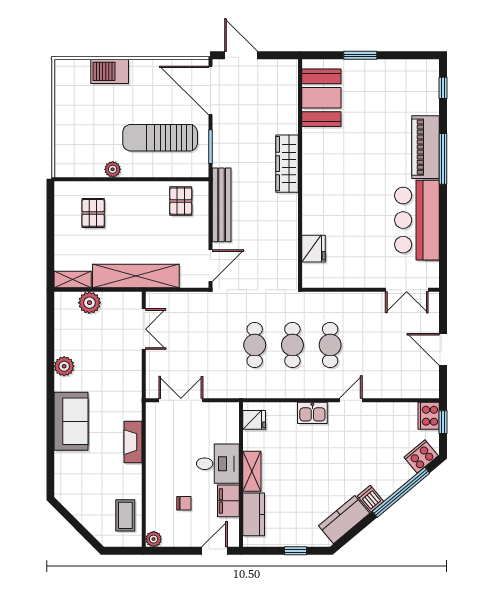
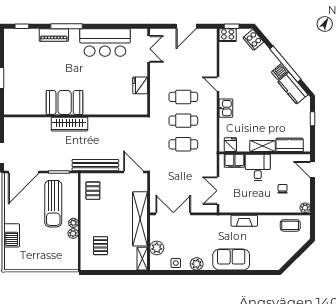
booth: (321, 98) -> (65, 102), moved
piano: (425, 147) -> (54, 35), width x0.73, depth x0.75
plant: (130, 170) -> (73, 223), added
pallet: (181, 201) -> (93, 191), turned 90
pallet: (93, 213) -> (100, 246), turned 90
fridge: (314, 249) -> (140, 85), moved, turned -90
double door: (144, 329) -> (173, 214), width x1.37
side table: (65, 333) -> (176, 263), added
window: (401, 492) -> (285, 64), moved
filing cabinet: (228, 501) -> (234, 161), moved

